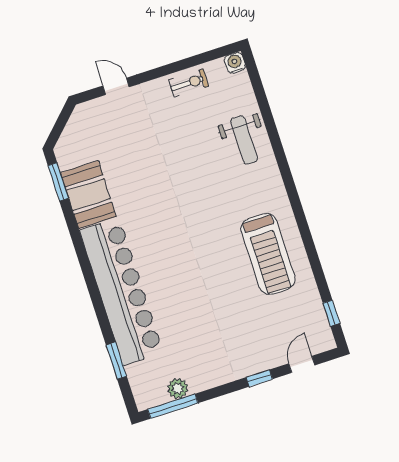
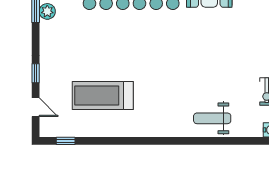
treadmill: (268, 254) -> (103, 96), moved

